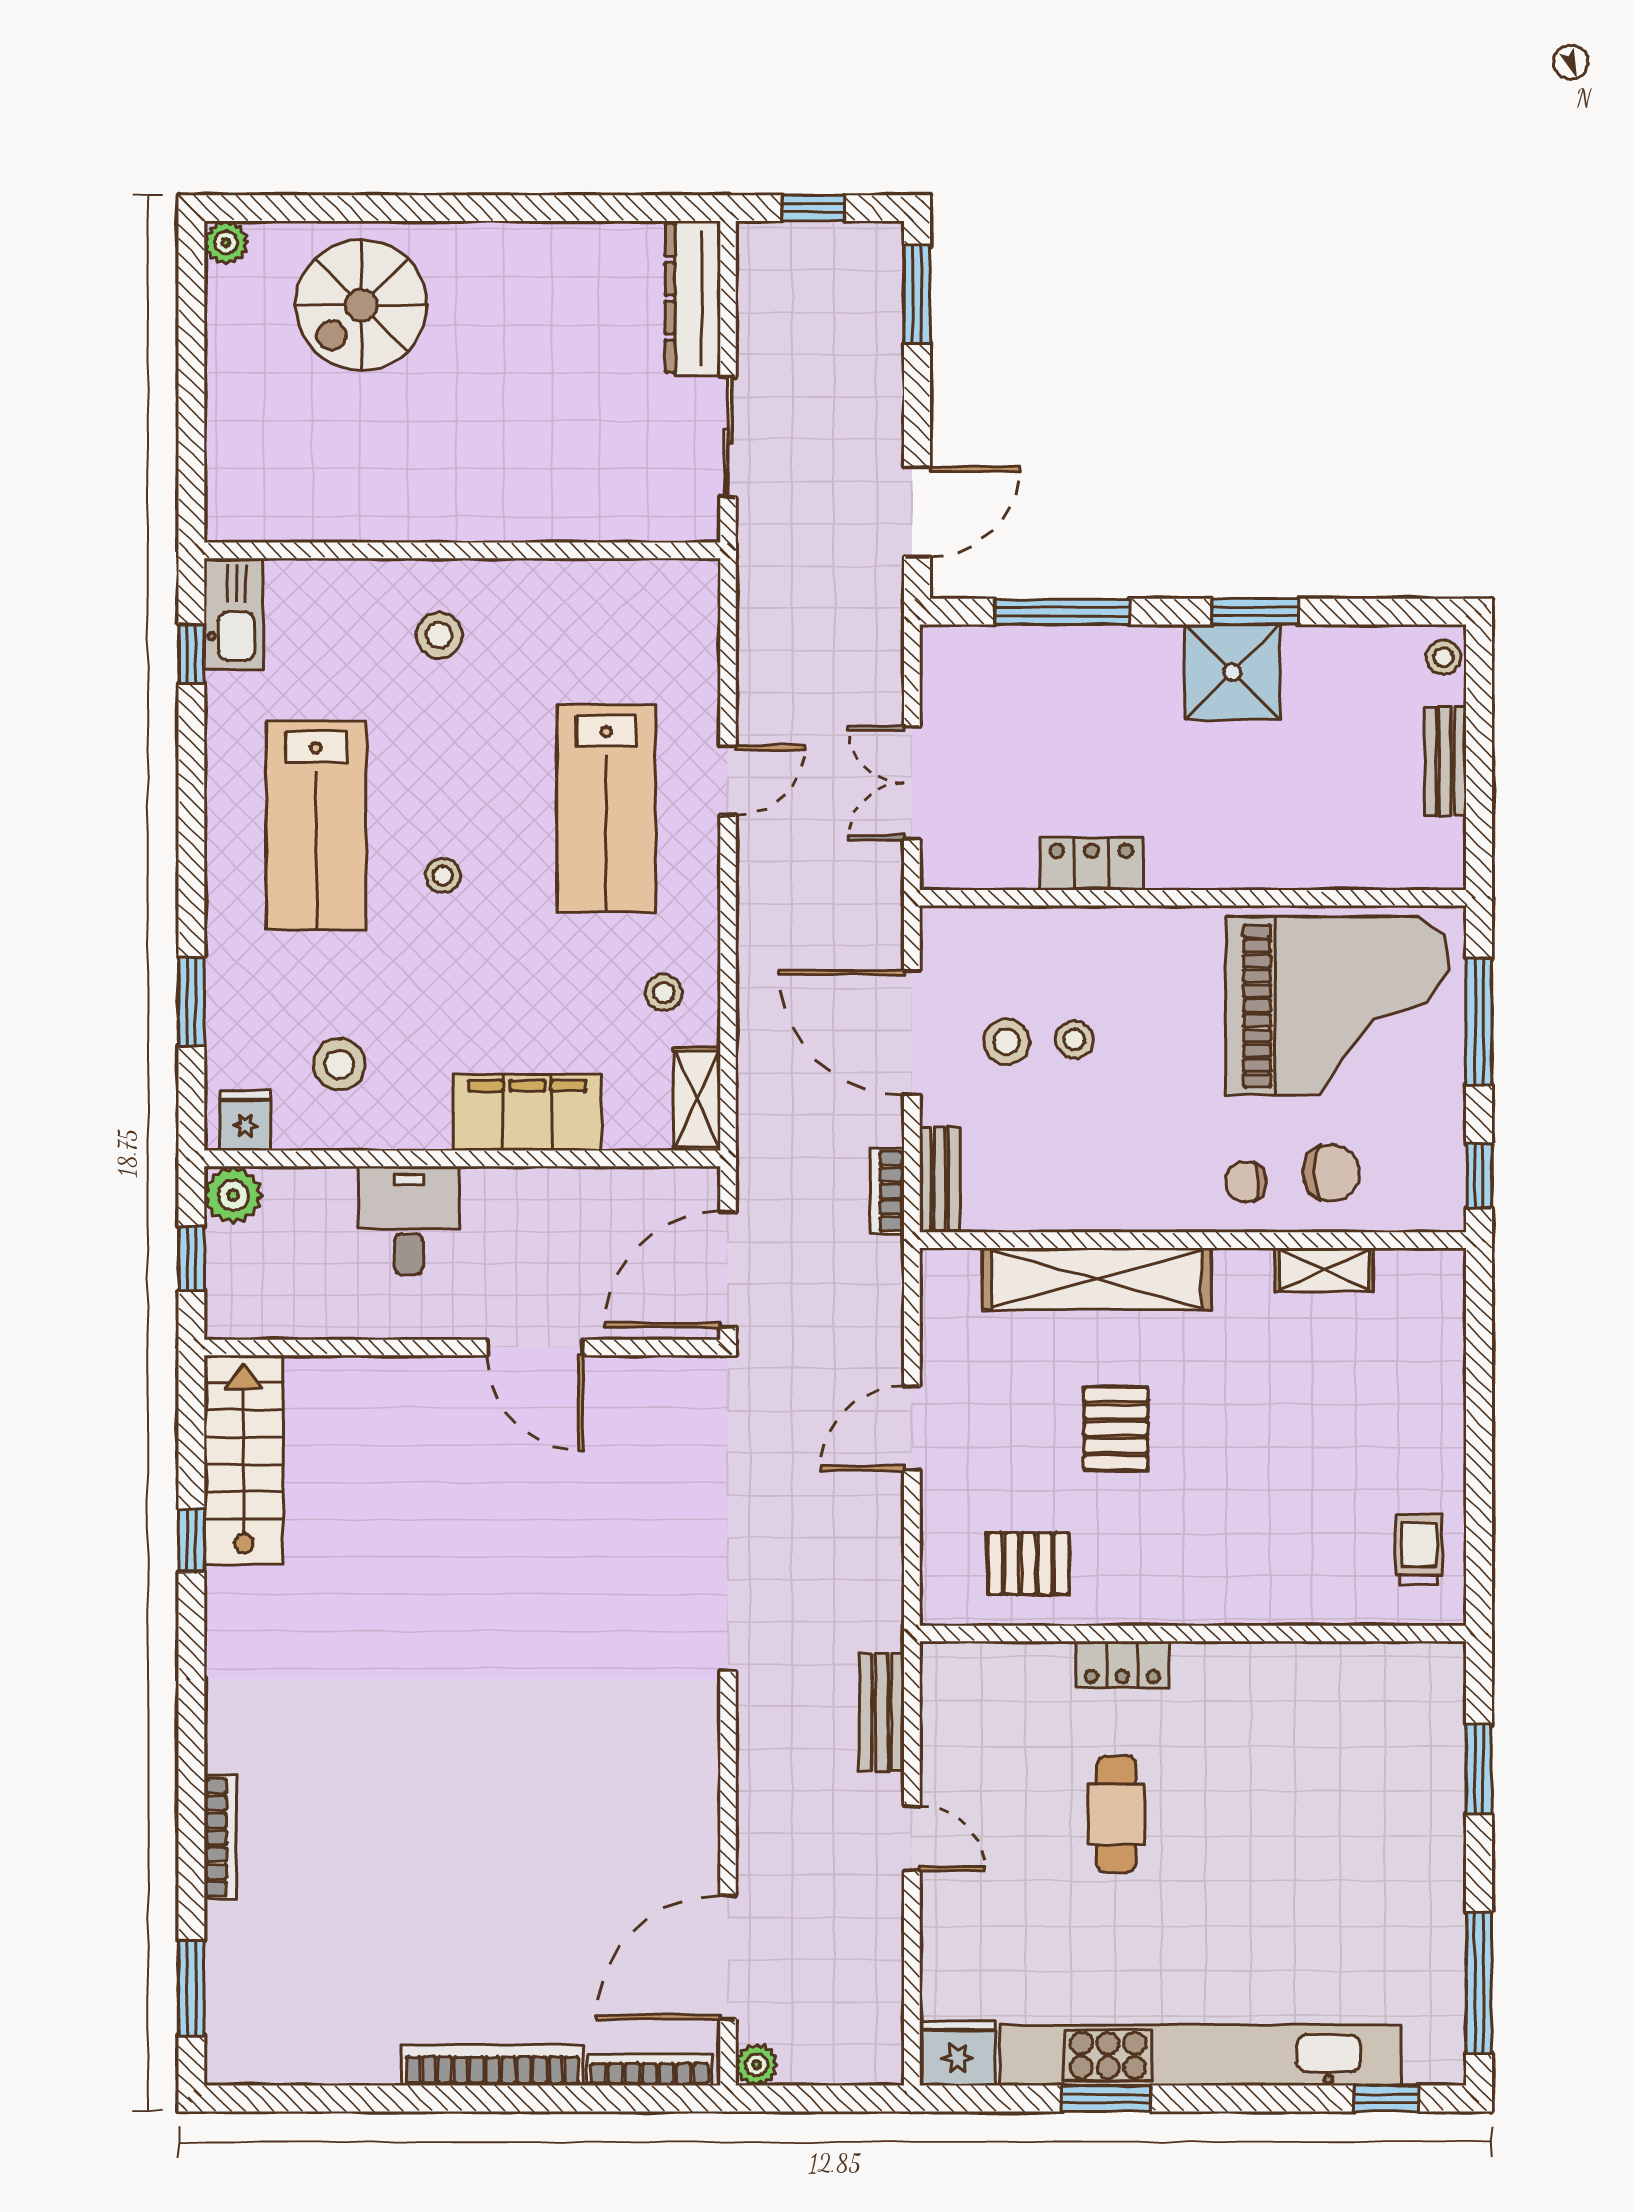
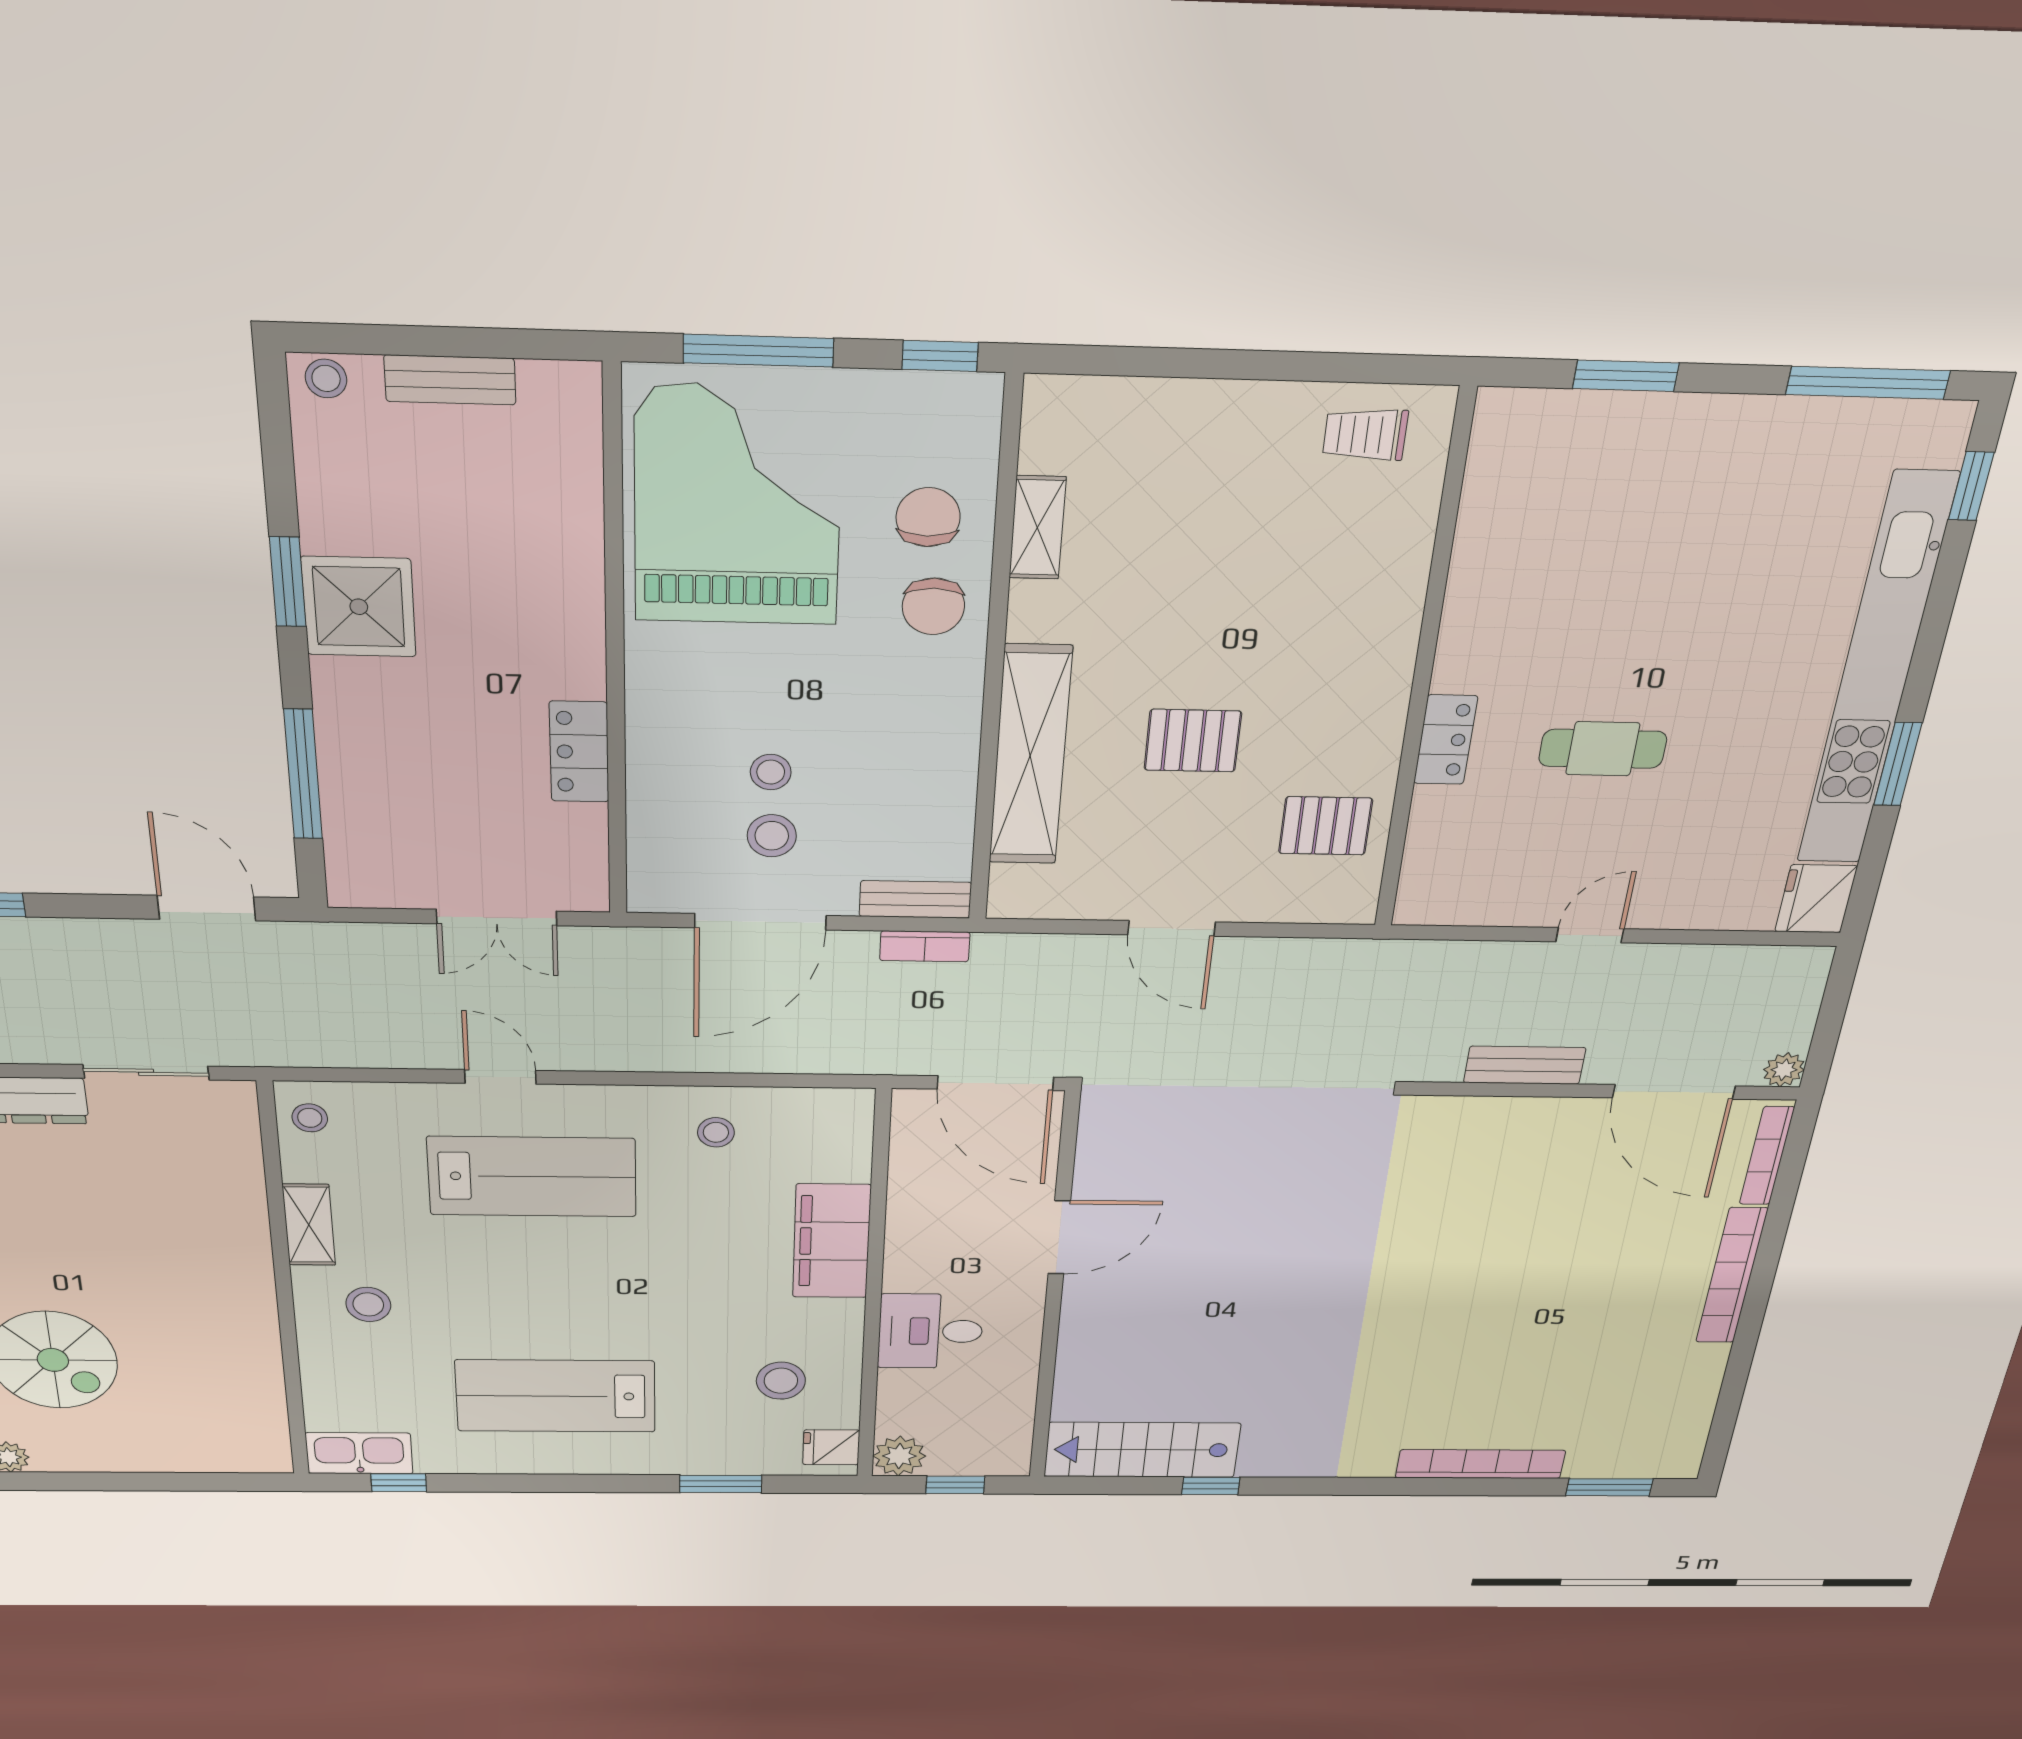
lab bench: (316, 825) -> (556, 1396), turned 180
stool: (443, 876) -> (310, 1118), moved
shelving: (697, 1099) -> (309, 1225), moved, turned 90
chair: (1246, 1182) -> (933, 606), width x1.37, depth x1.37
pallet: (1028, 1564) -> (1326, 826), turned 90
bench: (882, 1712) -> (1525, 1065), moved
bookcase: (220, 1837) -> (1480, 1464), width x1.48, depth x1.31

